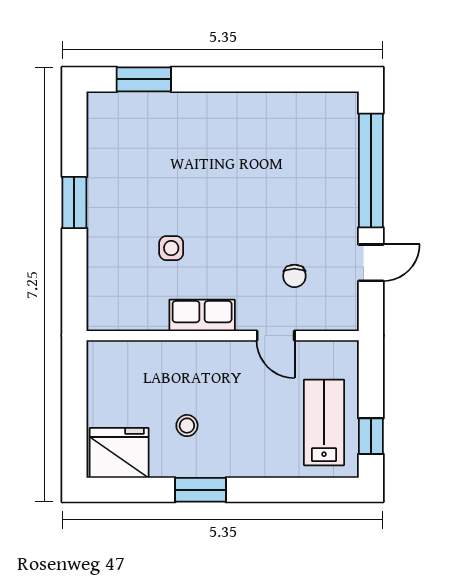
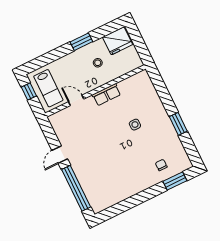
chair: (294, 276) -> (161, 165), moved
row of seats: (202, 315) -> (106, 95), moved
wall: (223, 336) -> (95, 91), moved
door: (276, 336) -> (76, 100), moved

